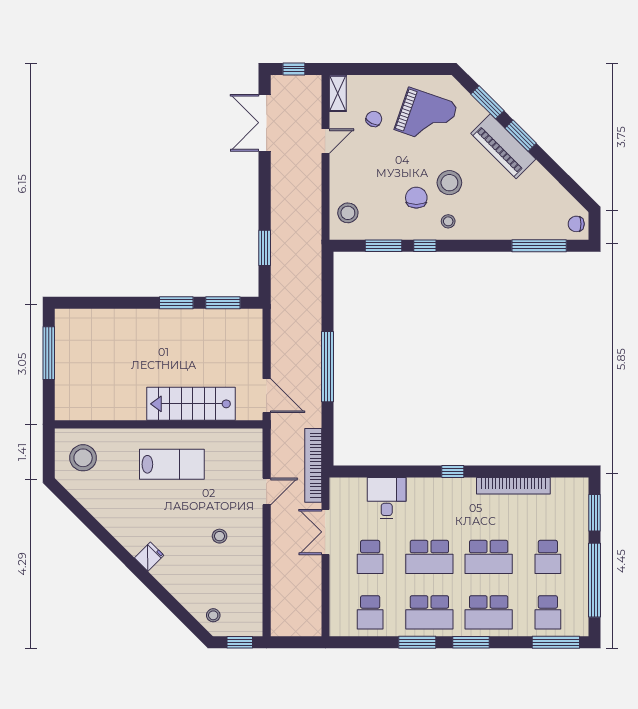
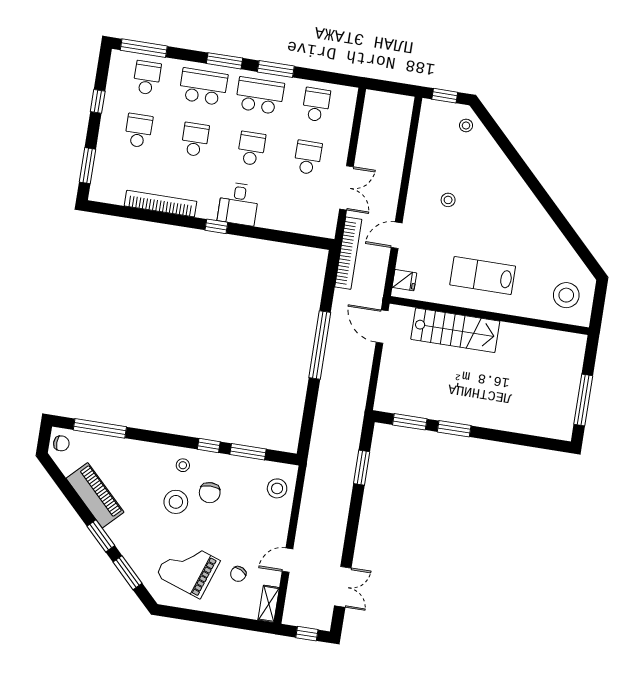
double door: (265, 123) -> (343, 587), width x0.73
piano: (503, 146) -> (95, 495), moved
desk: (387, 498) -> (238, 204), moved
fridge: (149, 557) -> (404, 280), moved, turned -135
school desk: (429, 557) -> (251, 148), width x0.54
school desk: (489, 557) -> (195, 140), width x0.54
window: (594, 580) -> (98, 101), width x0.32

